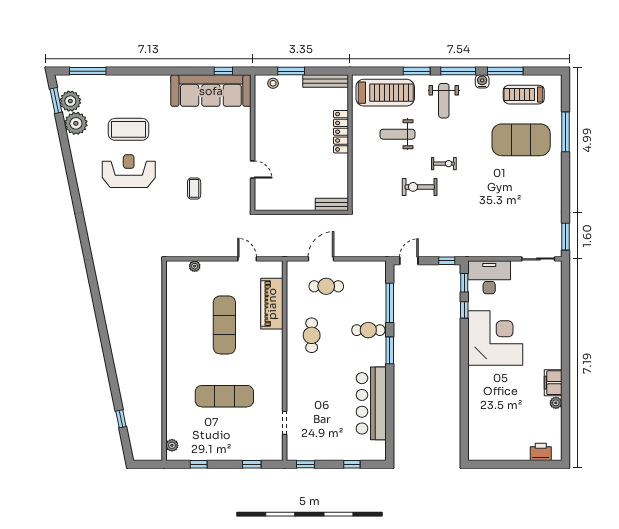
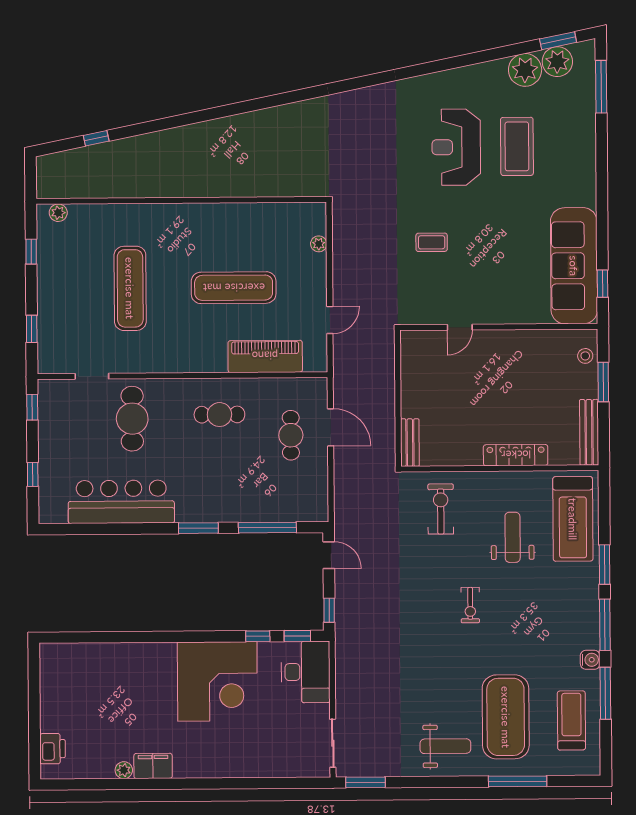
weight bench: (444, 101) -> (445, 746), moved, turned 180
reception desk: (129, 171) -> (456, 147), turned 180
exercise bike: (420, 187) -> (441, 509), moved
cafe table: (368, 330) -> (132, 419), moved, width x1.37, depth x1.35

